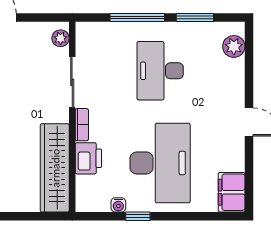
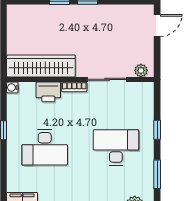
window: (137, 17) -> (157, 130), width x0.46
desk: (160, 163) -> (45, 147), width x0.73, depth x0.77
water cooler: (118, 205) -> (12, 88), moved

